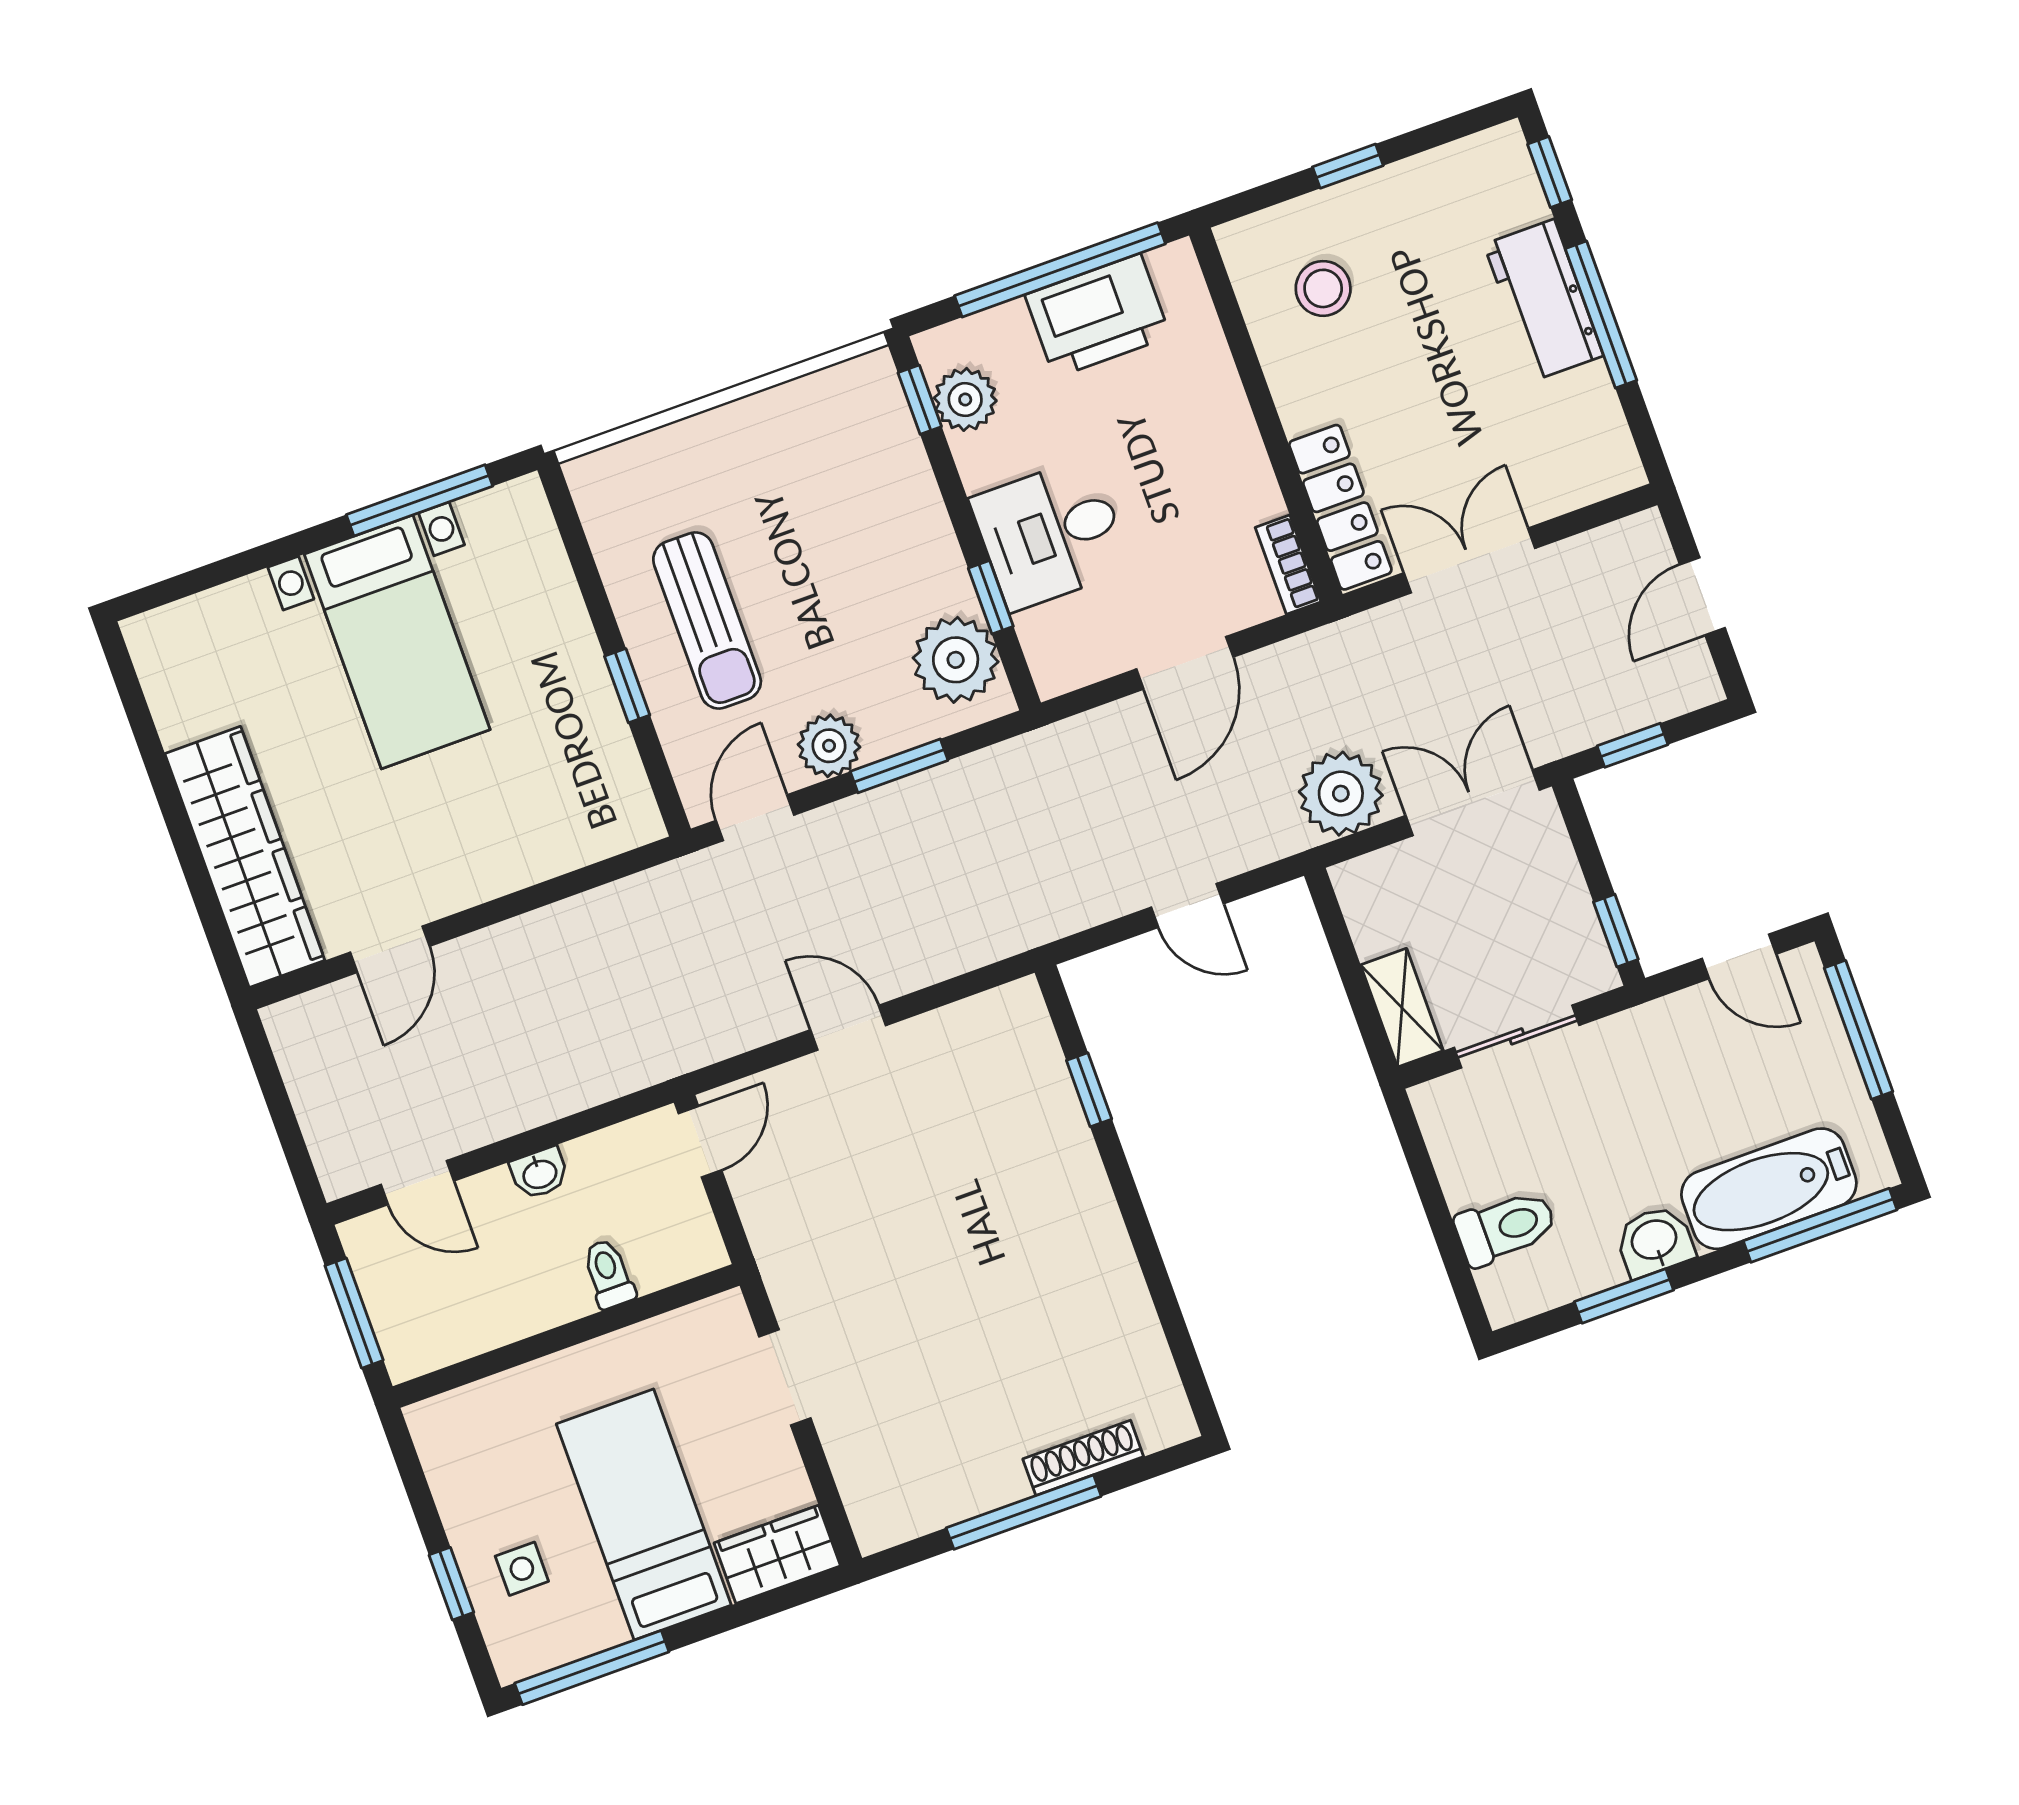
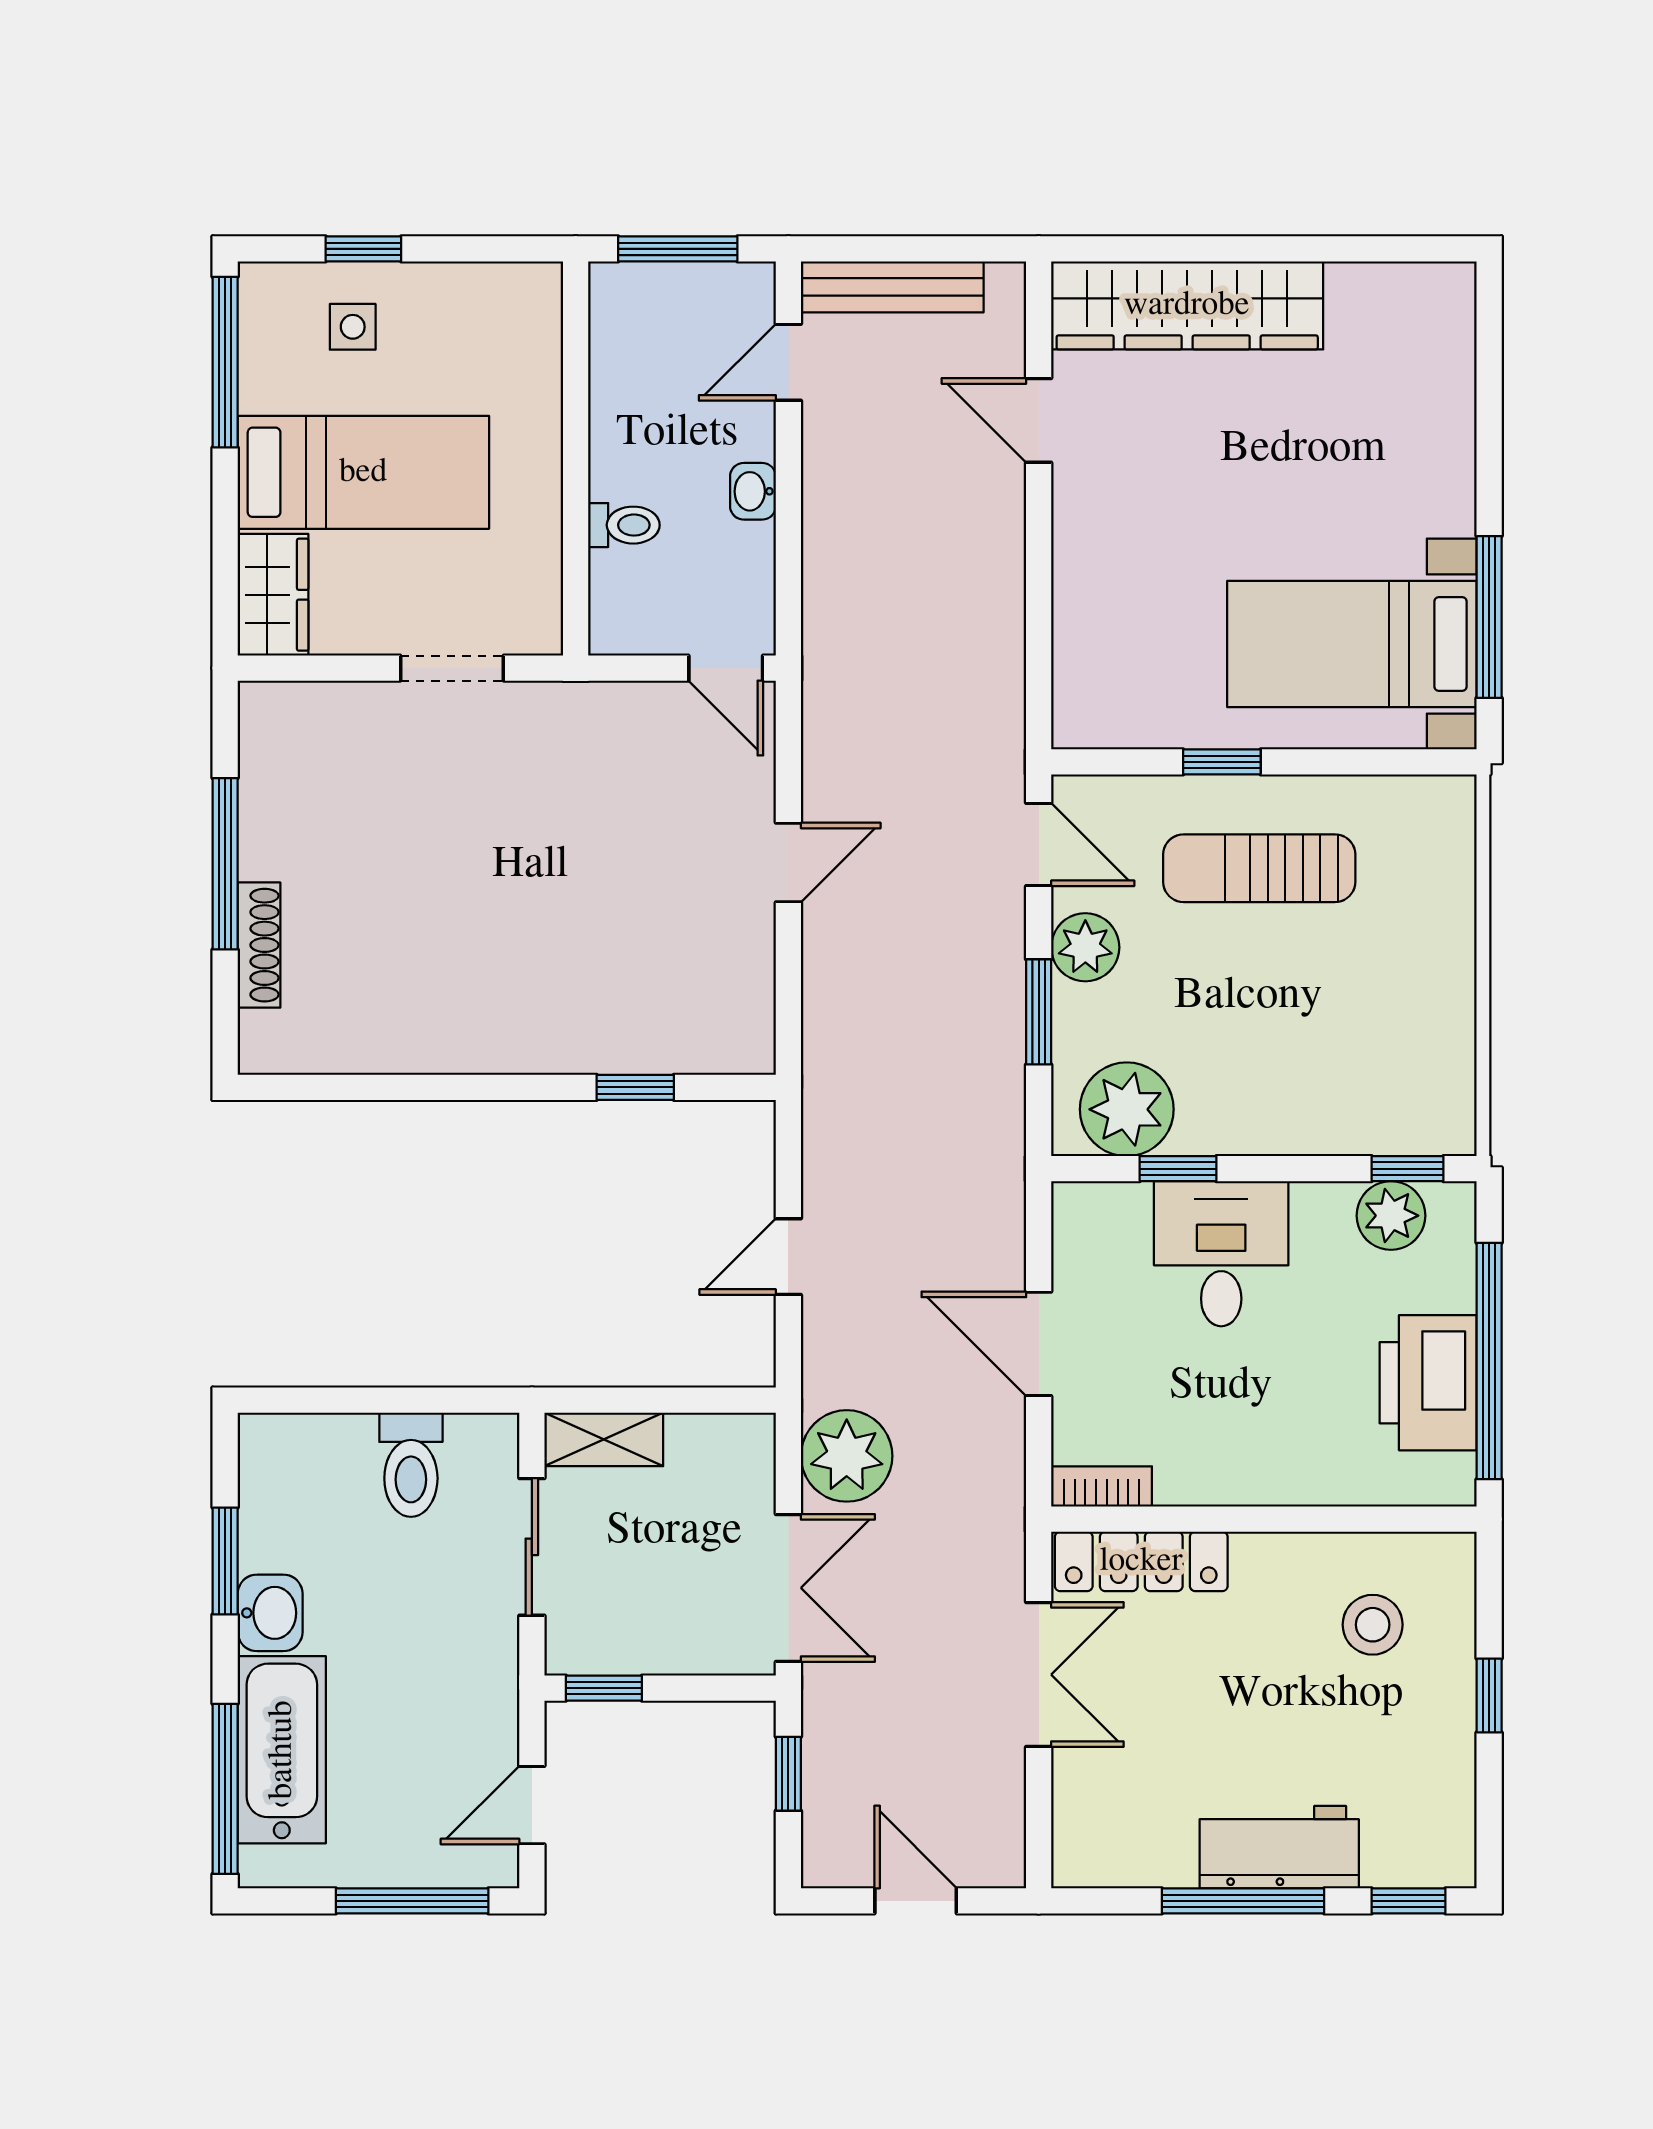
bed with nightstands: (397, 642) -> (1352, 644), moved
bench: (320, 1117) -> (892, 287), added
toilet: (1506, 1227) -> (411, 1465), moved

